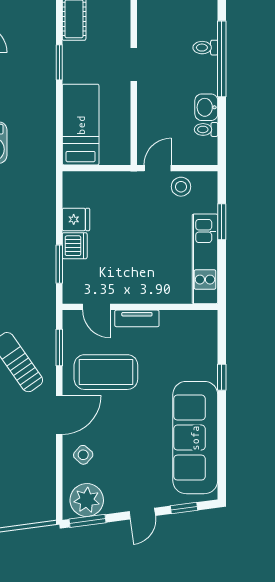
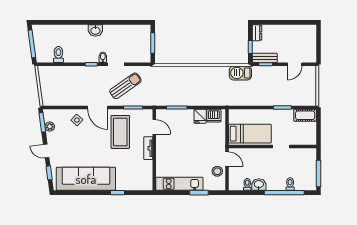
bed: (81, 125) -> (250, 134), moved
dishwasher: (75, 246) -> (214, 116), moved
door: (96, 307) -> (154, 127), swing flipped
plant: (87, 500) -> (50, 126), width x0.53, depth x0.53

